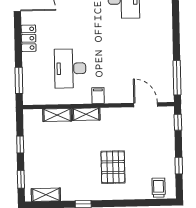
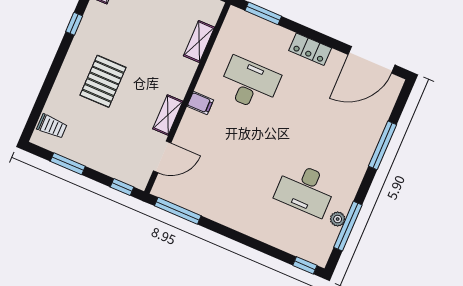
shelving: (86, 114) -> (168, 115), moved
window: (179, 166) -> (68, 164), width x1.50
pallet: (113, 167) -> (103, 81), turned 90

